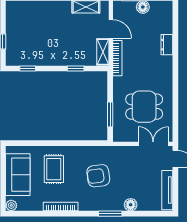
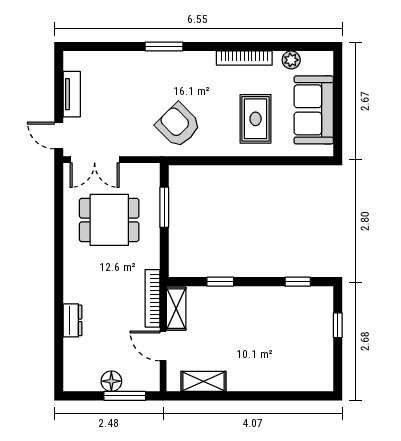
armchair: (98, 176) -> (178, 125), moved, turned -127
tv unit: (167, 190) -> (72, 94), width x0.71
plant: (11, 205) -> (291, 60), moved
floor lamp: (131, 205) -> (131, 61), removed

